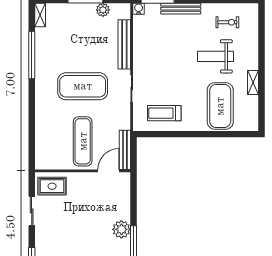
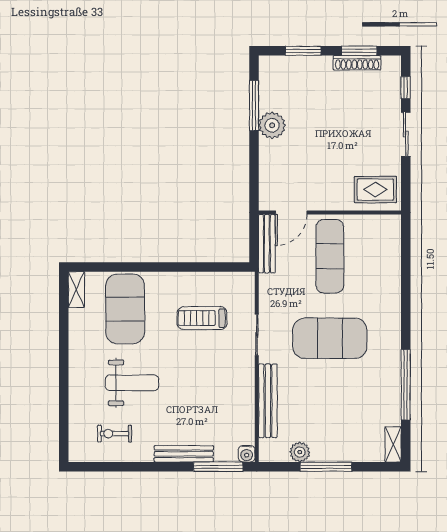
shelving: (253, 83) -> (76, 290), moved
treadmill: (164, 113) -> (202, 318), moved, turned 180
sliding door: (32, 211) -> (406, 134), moved

